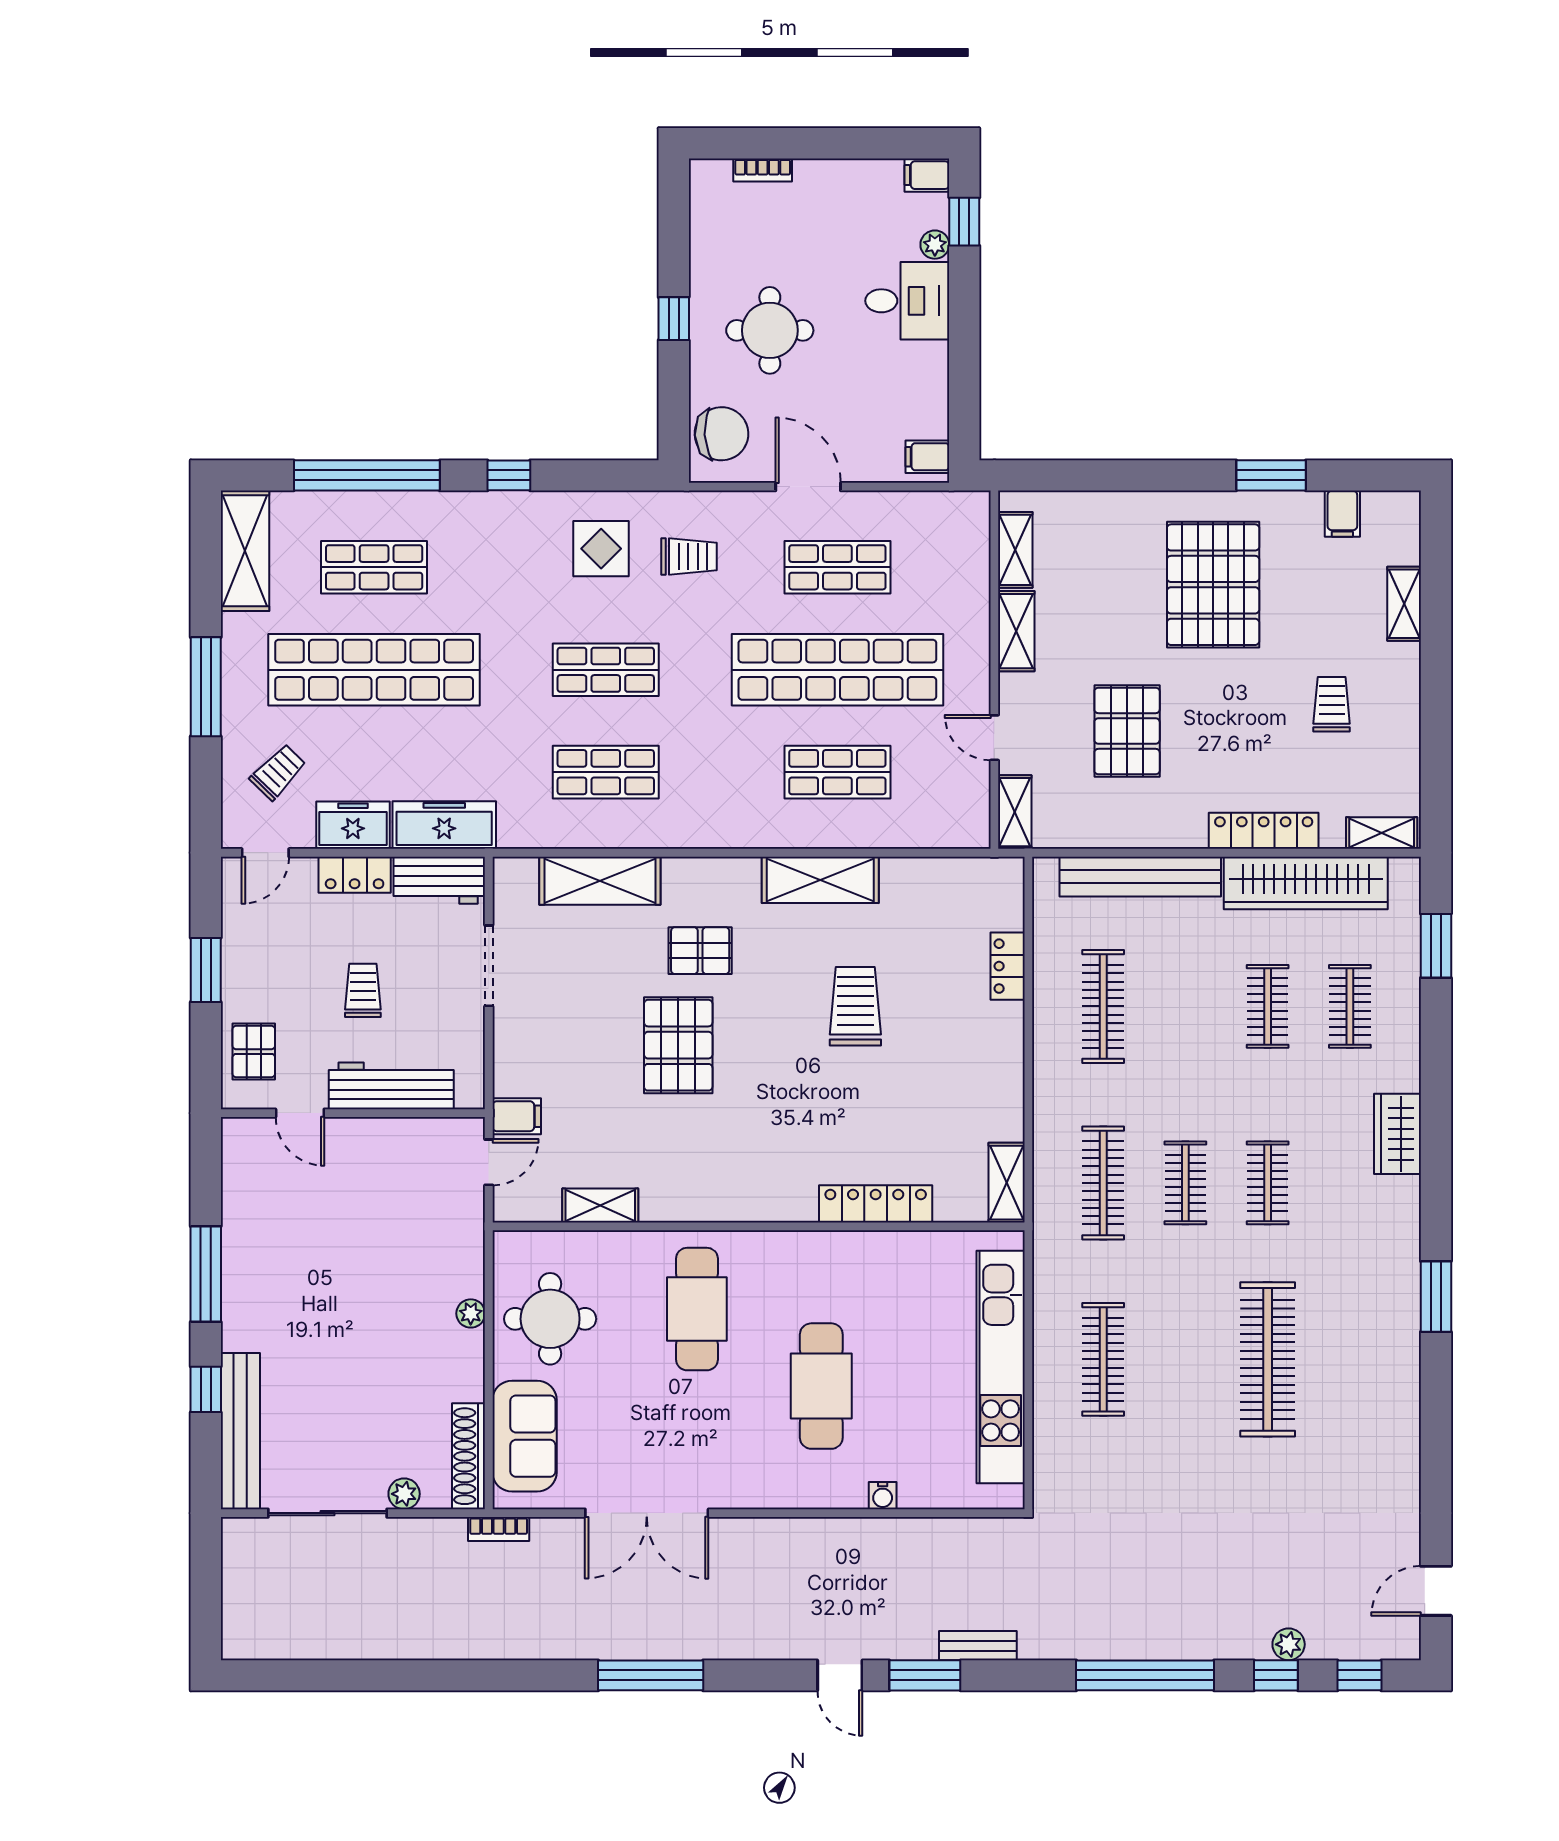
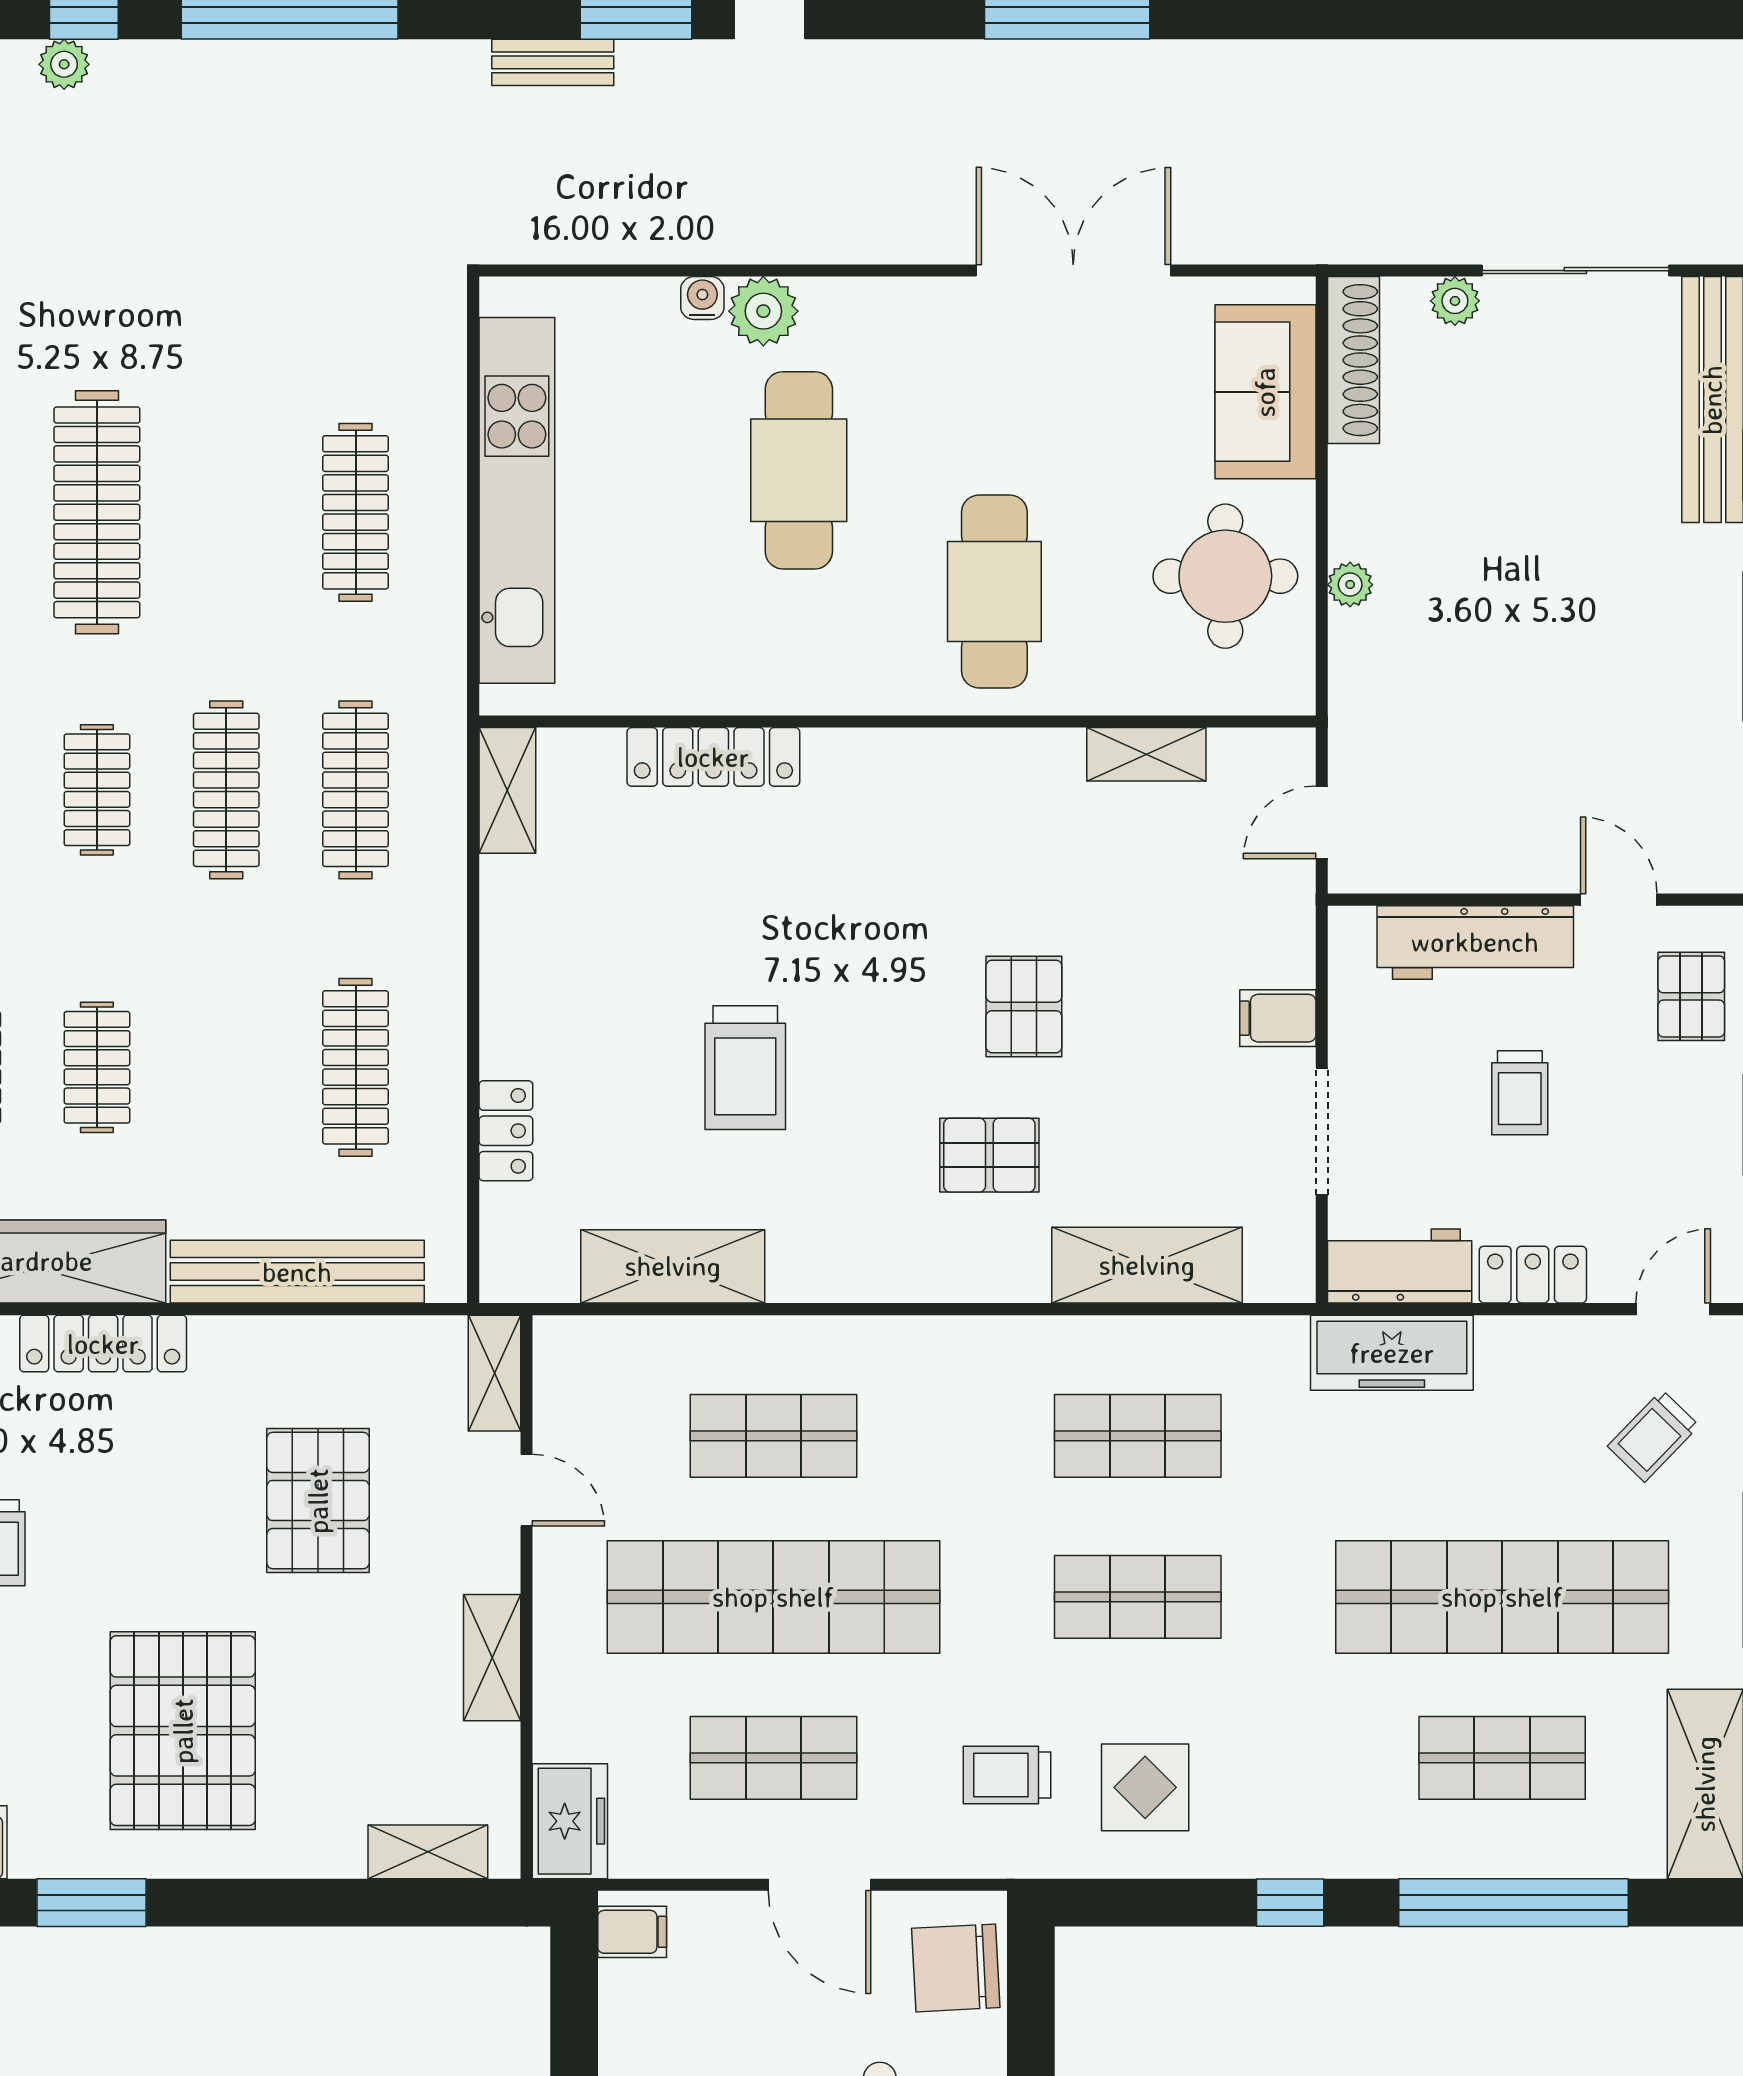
shelving: (1015, 550) -> (428, 1852), moved, turned 90
freezer: (353, 825) -> (570, 1821), moved, turned -90
shelving: (820, 880) -> (673, 1266), moved
pallet: (678, 1045) -> (1024, 1006), width x0.67, depth x0.71
filing cabinet: (517, 1116) -> (1278, 1018), moved
clothes rail: (1185, 1183) -> (226, 790), width x1.36
plant: (844, 1487) -> (763, 311), added
bookcase: (499, 1529) -> (1306, 245), removed

